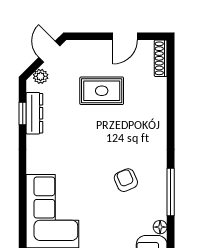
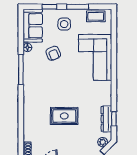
rug: (102, 91) -> (64, 116), moved
armchair: (126, 180) -> (53, 53), moved

